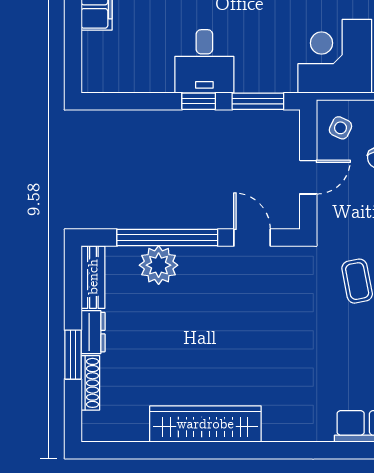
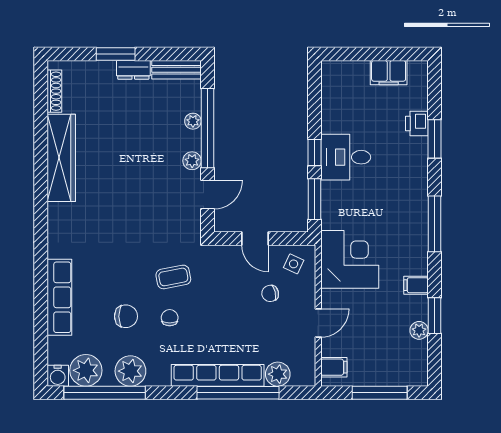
plant: (209, 257) -> (192, 161), added
plant: (159, 265) -> (193, 121), width x0.53, depth x0.53
shoe rack: (90, 383) -> (54, 91), moved, turned -90

